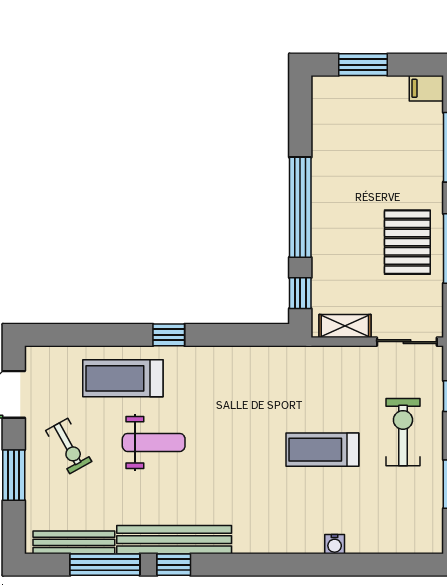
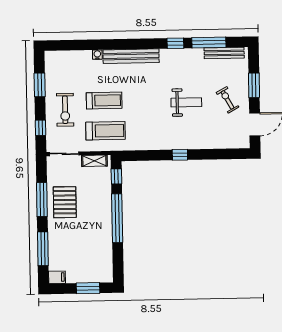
treadmill: (123, 378) -> (105, 131), moved
weight bench: (154, 442) -> (186, 102), turned 180
bench: (174, 540) -> (131, 56), moved

